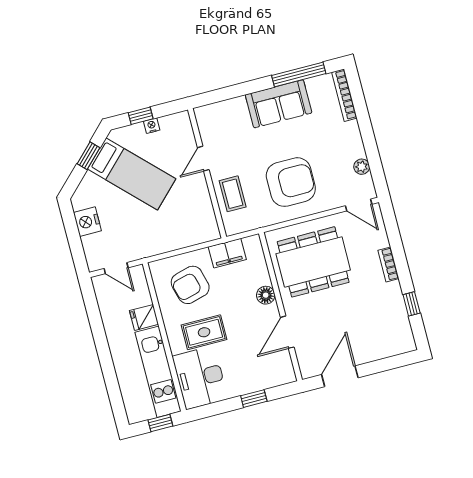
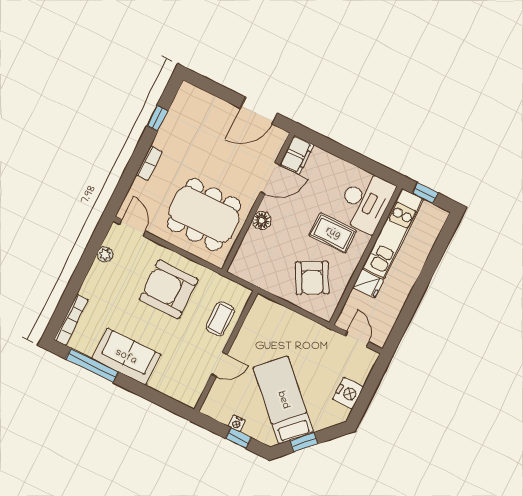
filing cabinet: (227, 253) -> (297, 155), moved, turned 90
armchair: (190, 285) -> (312, 278), turned 77
window: (254, 399) -> (339, 150), removed

